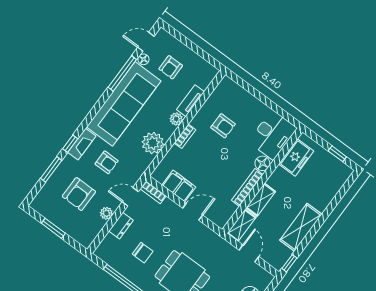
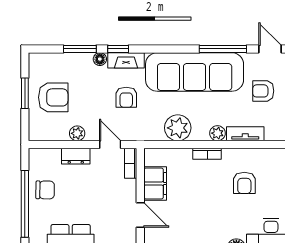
floor lamp: (143, 59) -> (100, 59), moved
armchair: (79, 194) -> (53, 97), moved, turned 180
chair: (143, 253) -> (45, 190), moved, turned -89

